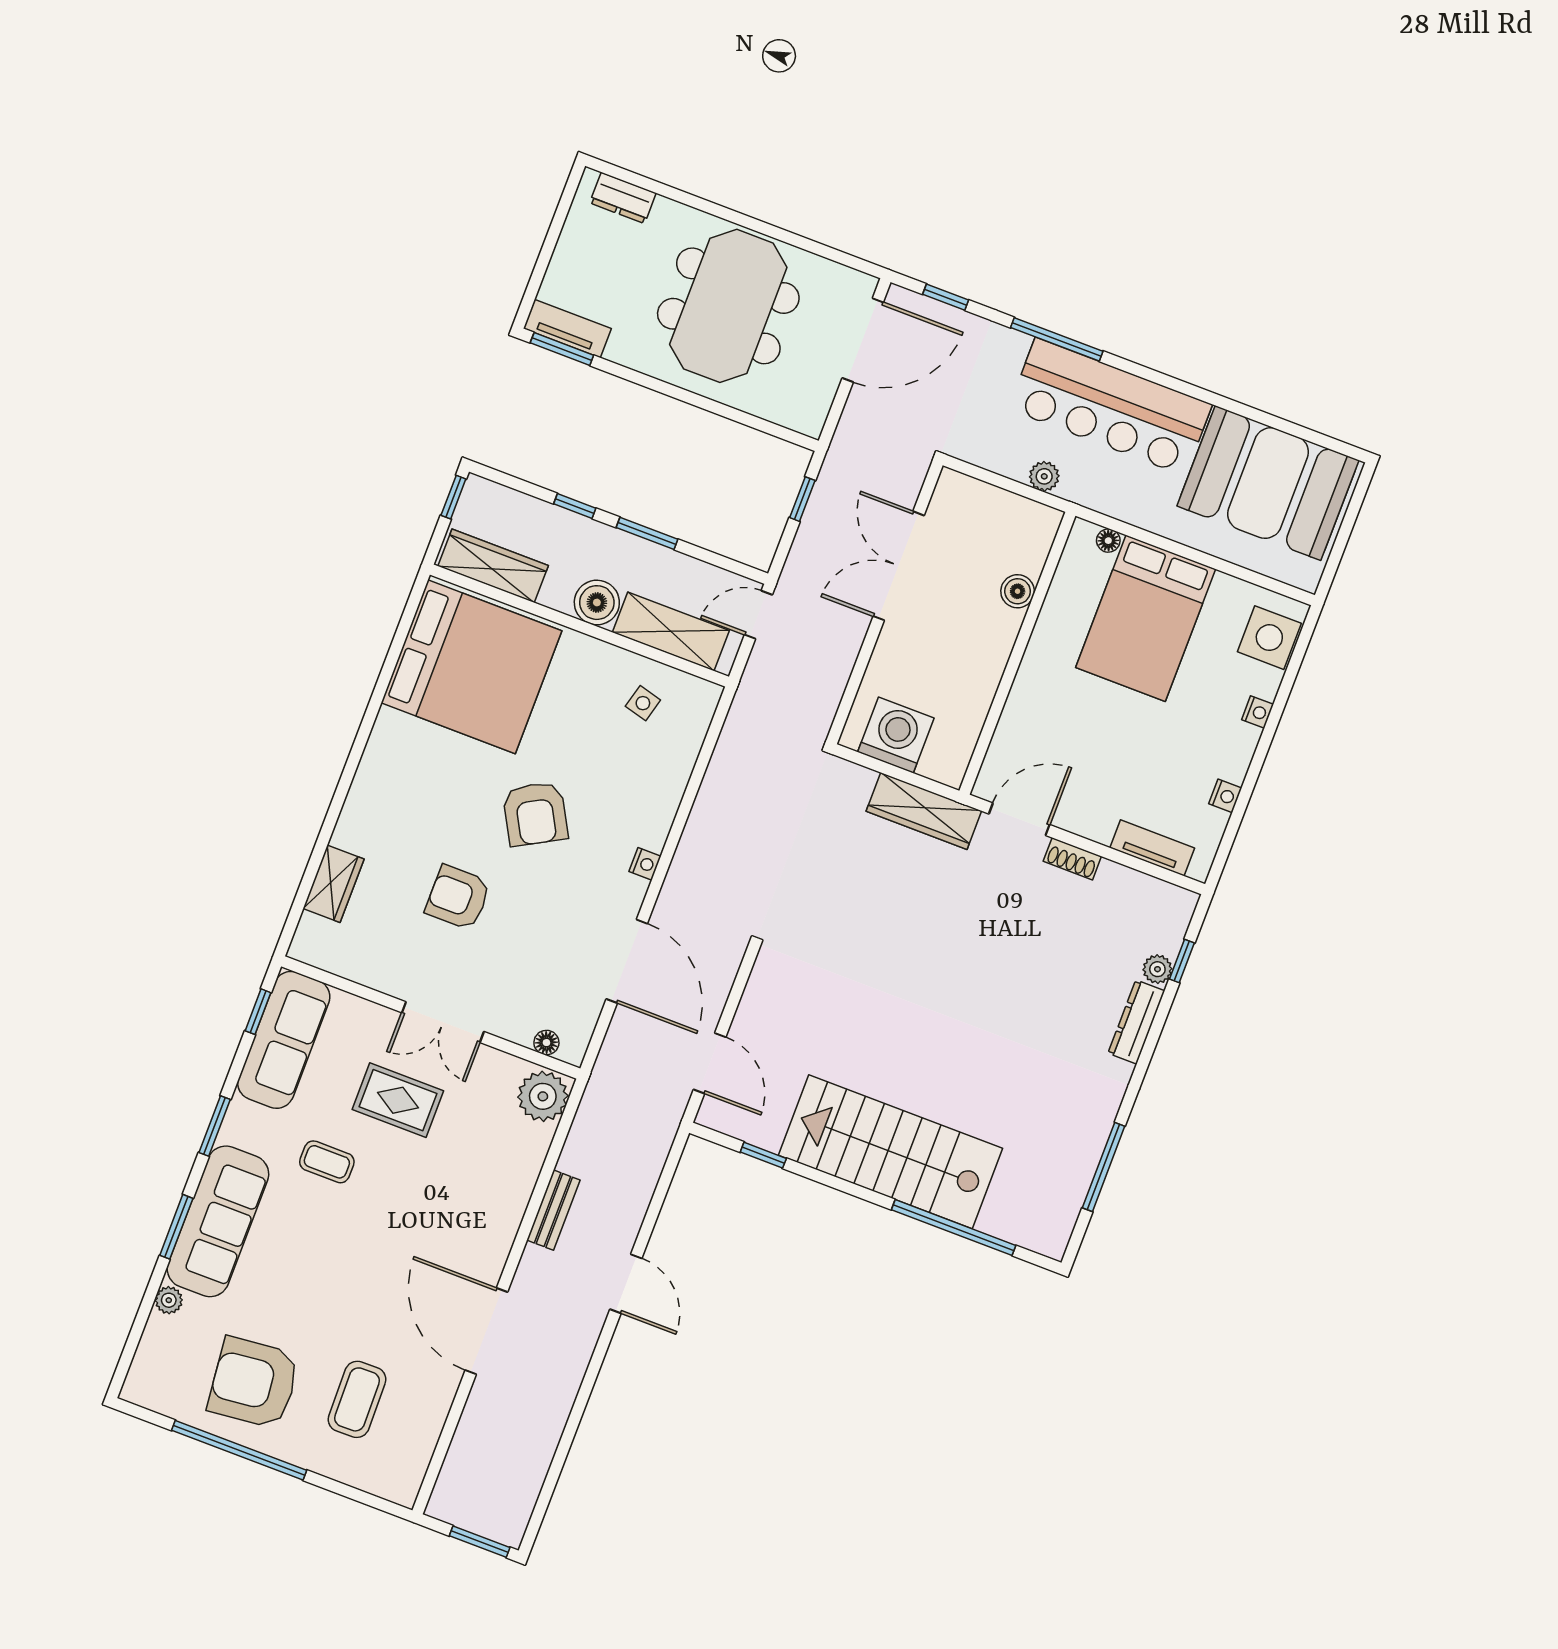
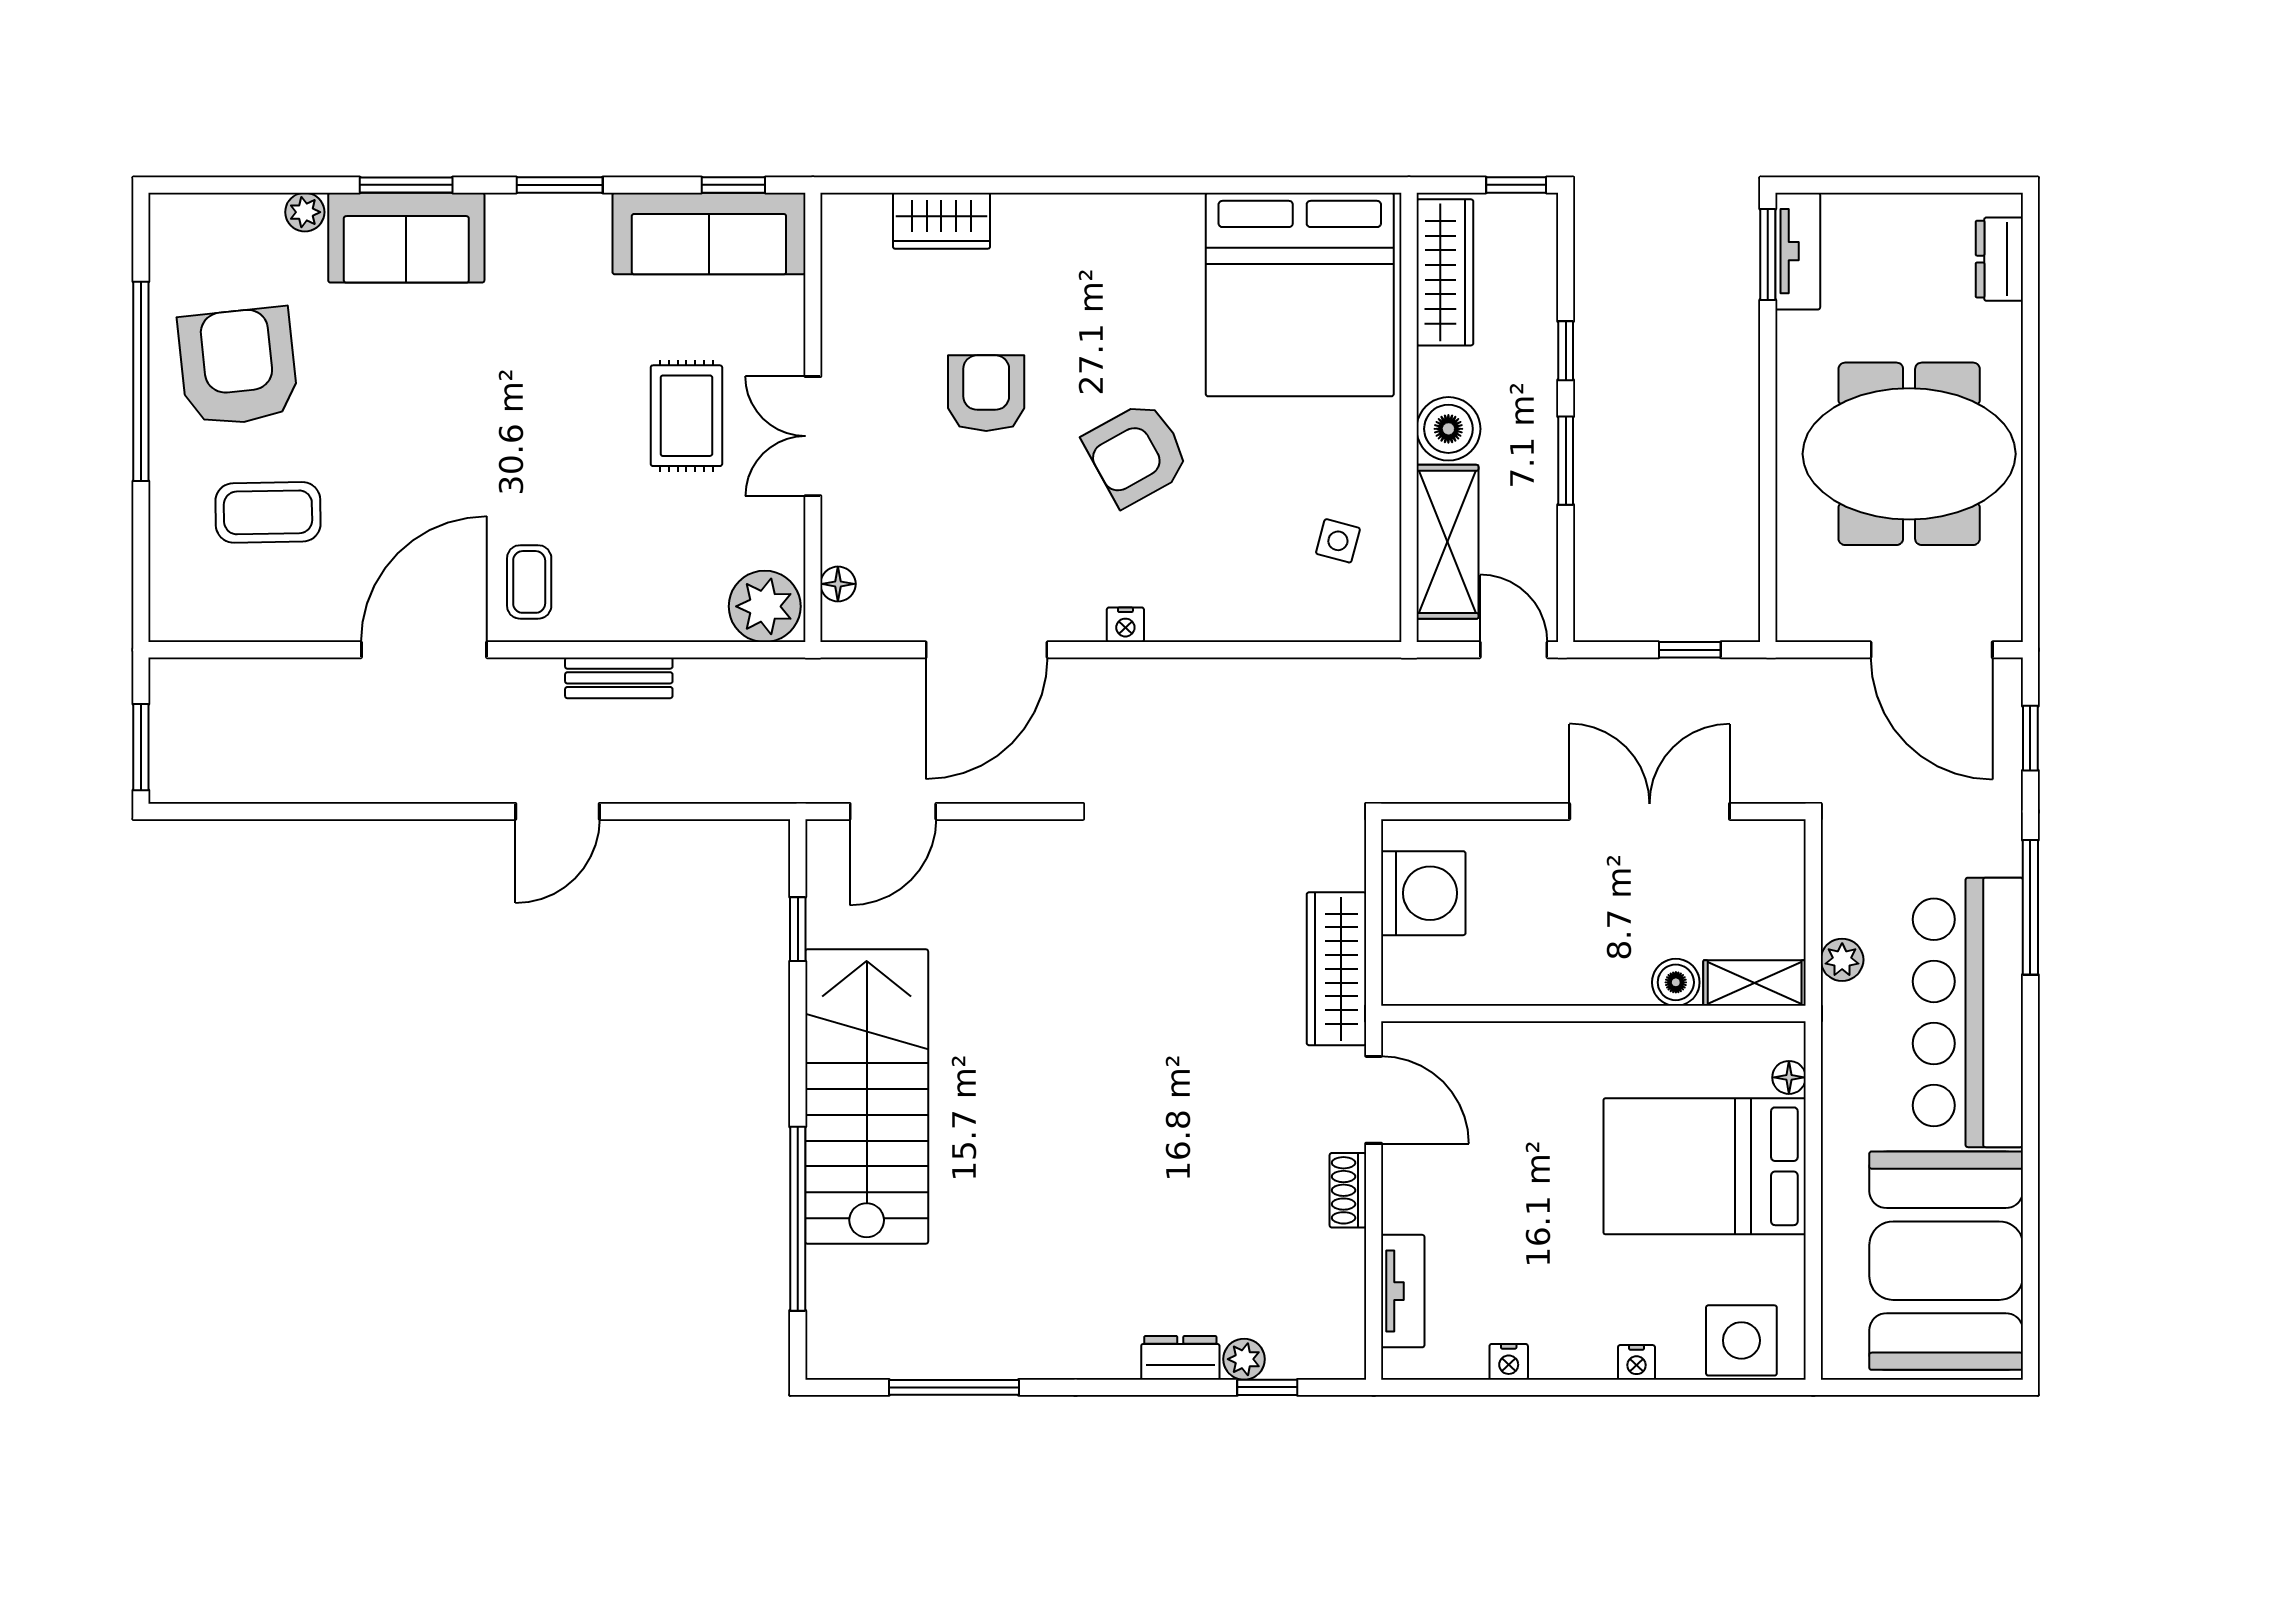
shelving: (1038, 540) -> (1755, 983), added
dresser: (1136, 1022) -> (1180, 1358), width x0.70
coffee table: (327, 1162) -> (529, 582), moved
sofa: (218, 1221) -> (406, 238), width x0.73

